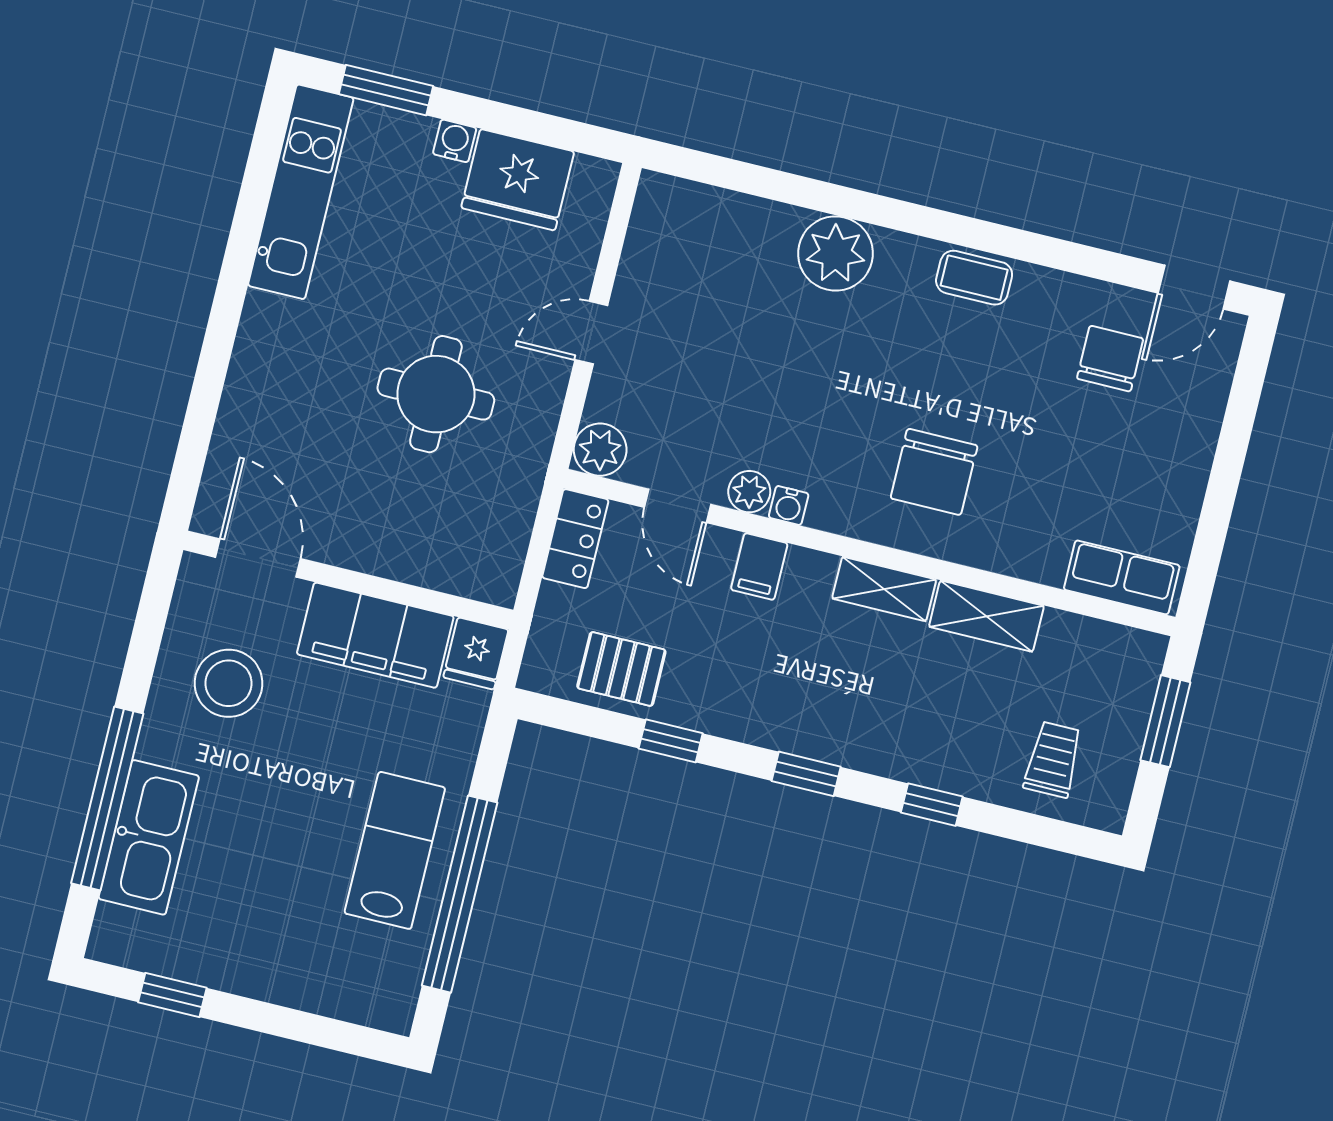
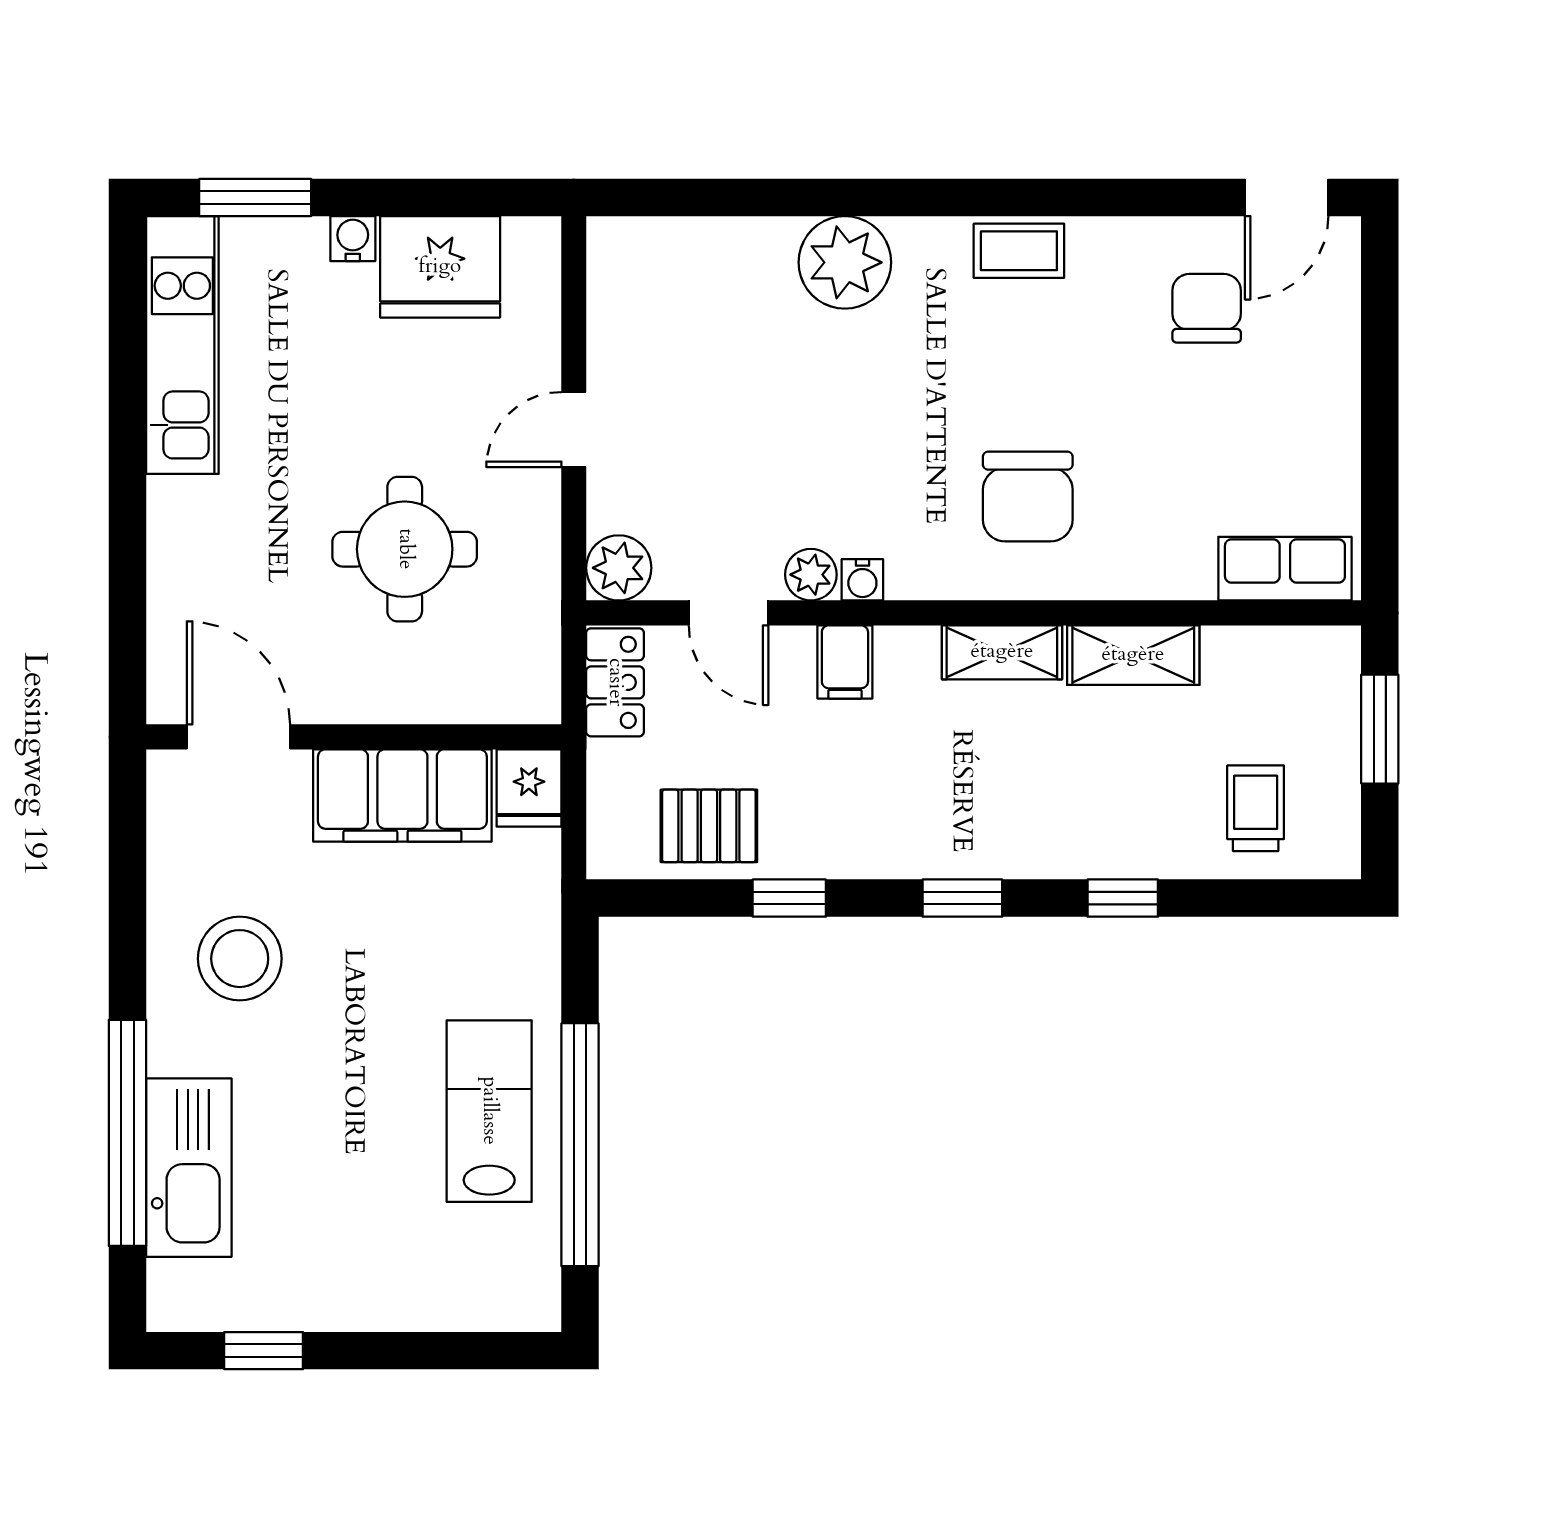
door: (258, 558) -> (238, 737), moved
wall: (348, 580) -> (354, 737), moved
filing cabinet: (375, 635) -> (402, 796), moved
fridge: (476, 653) -> (529, 788), moved

